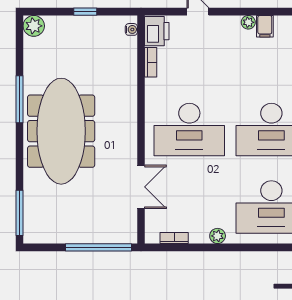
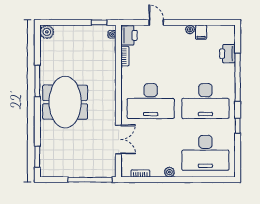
window: (85, 12) -> (99, 22), moved
meeting table: (61, 131) -> (65, 102), width x0.73
window: (20, 213) -> (37, 157), width x0.69

